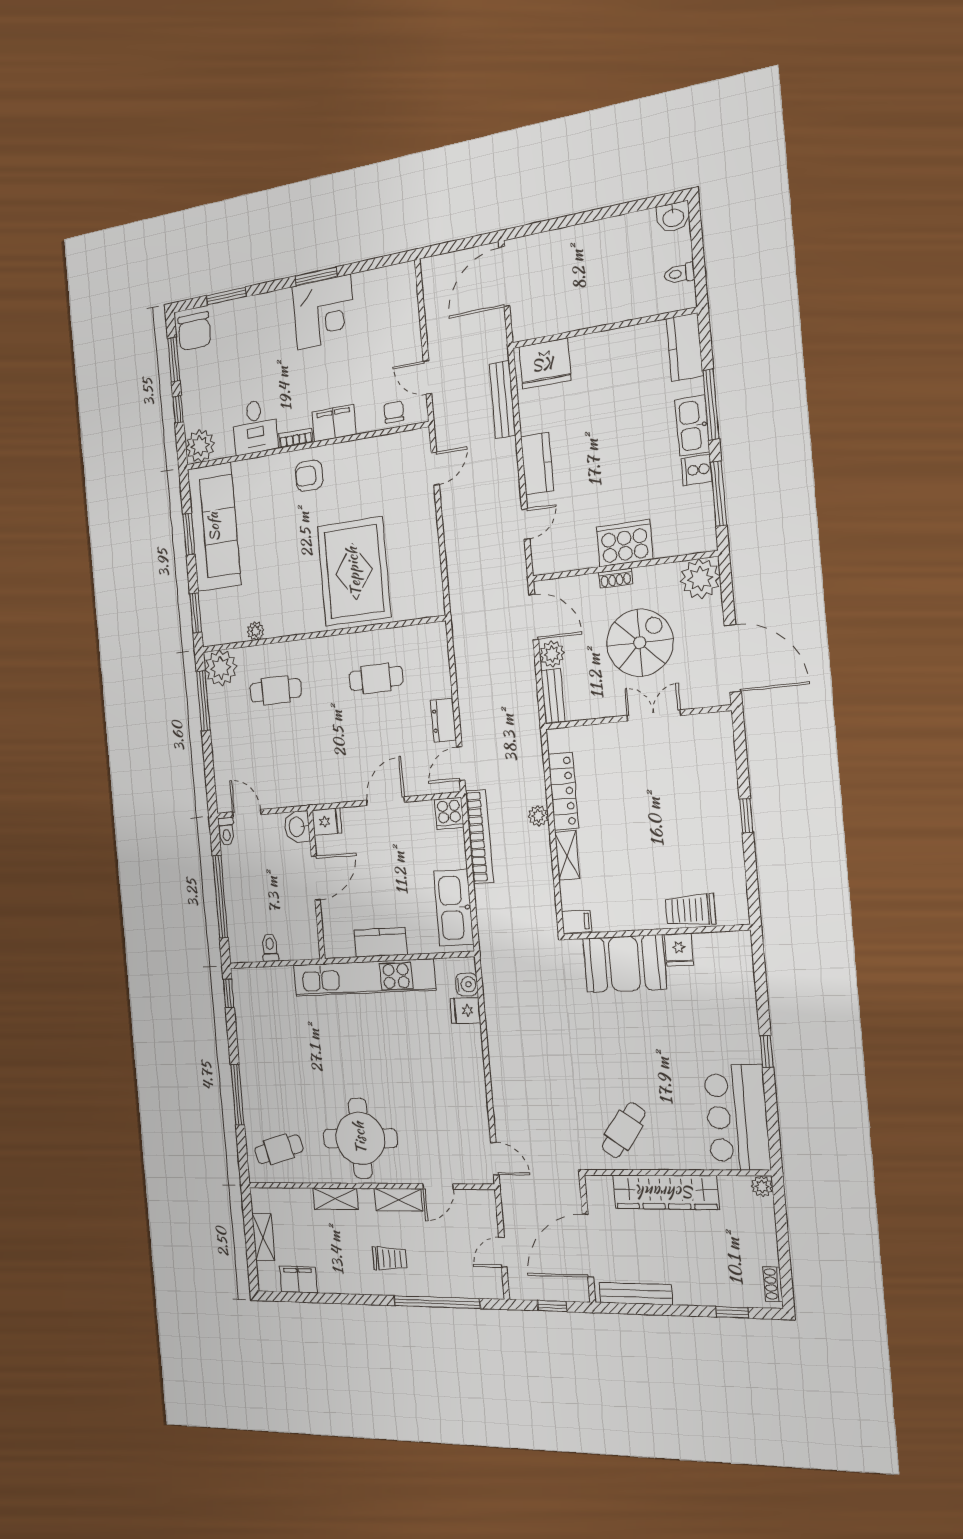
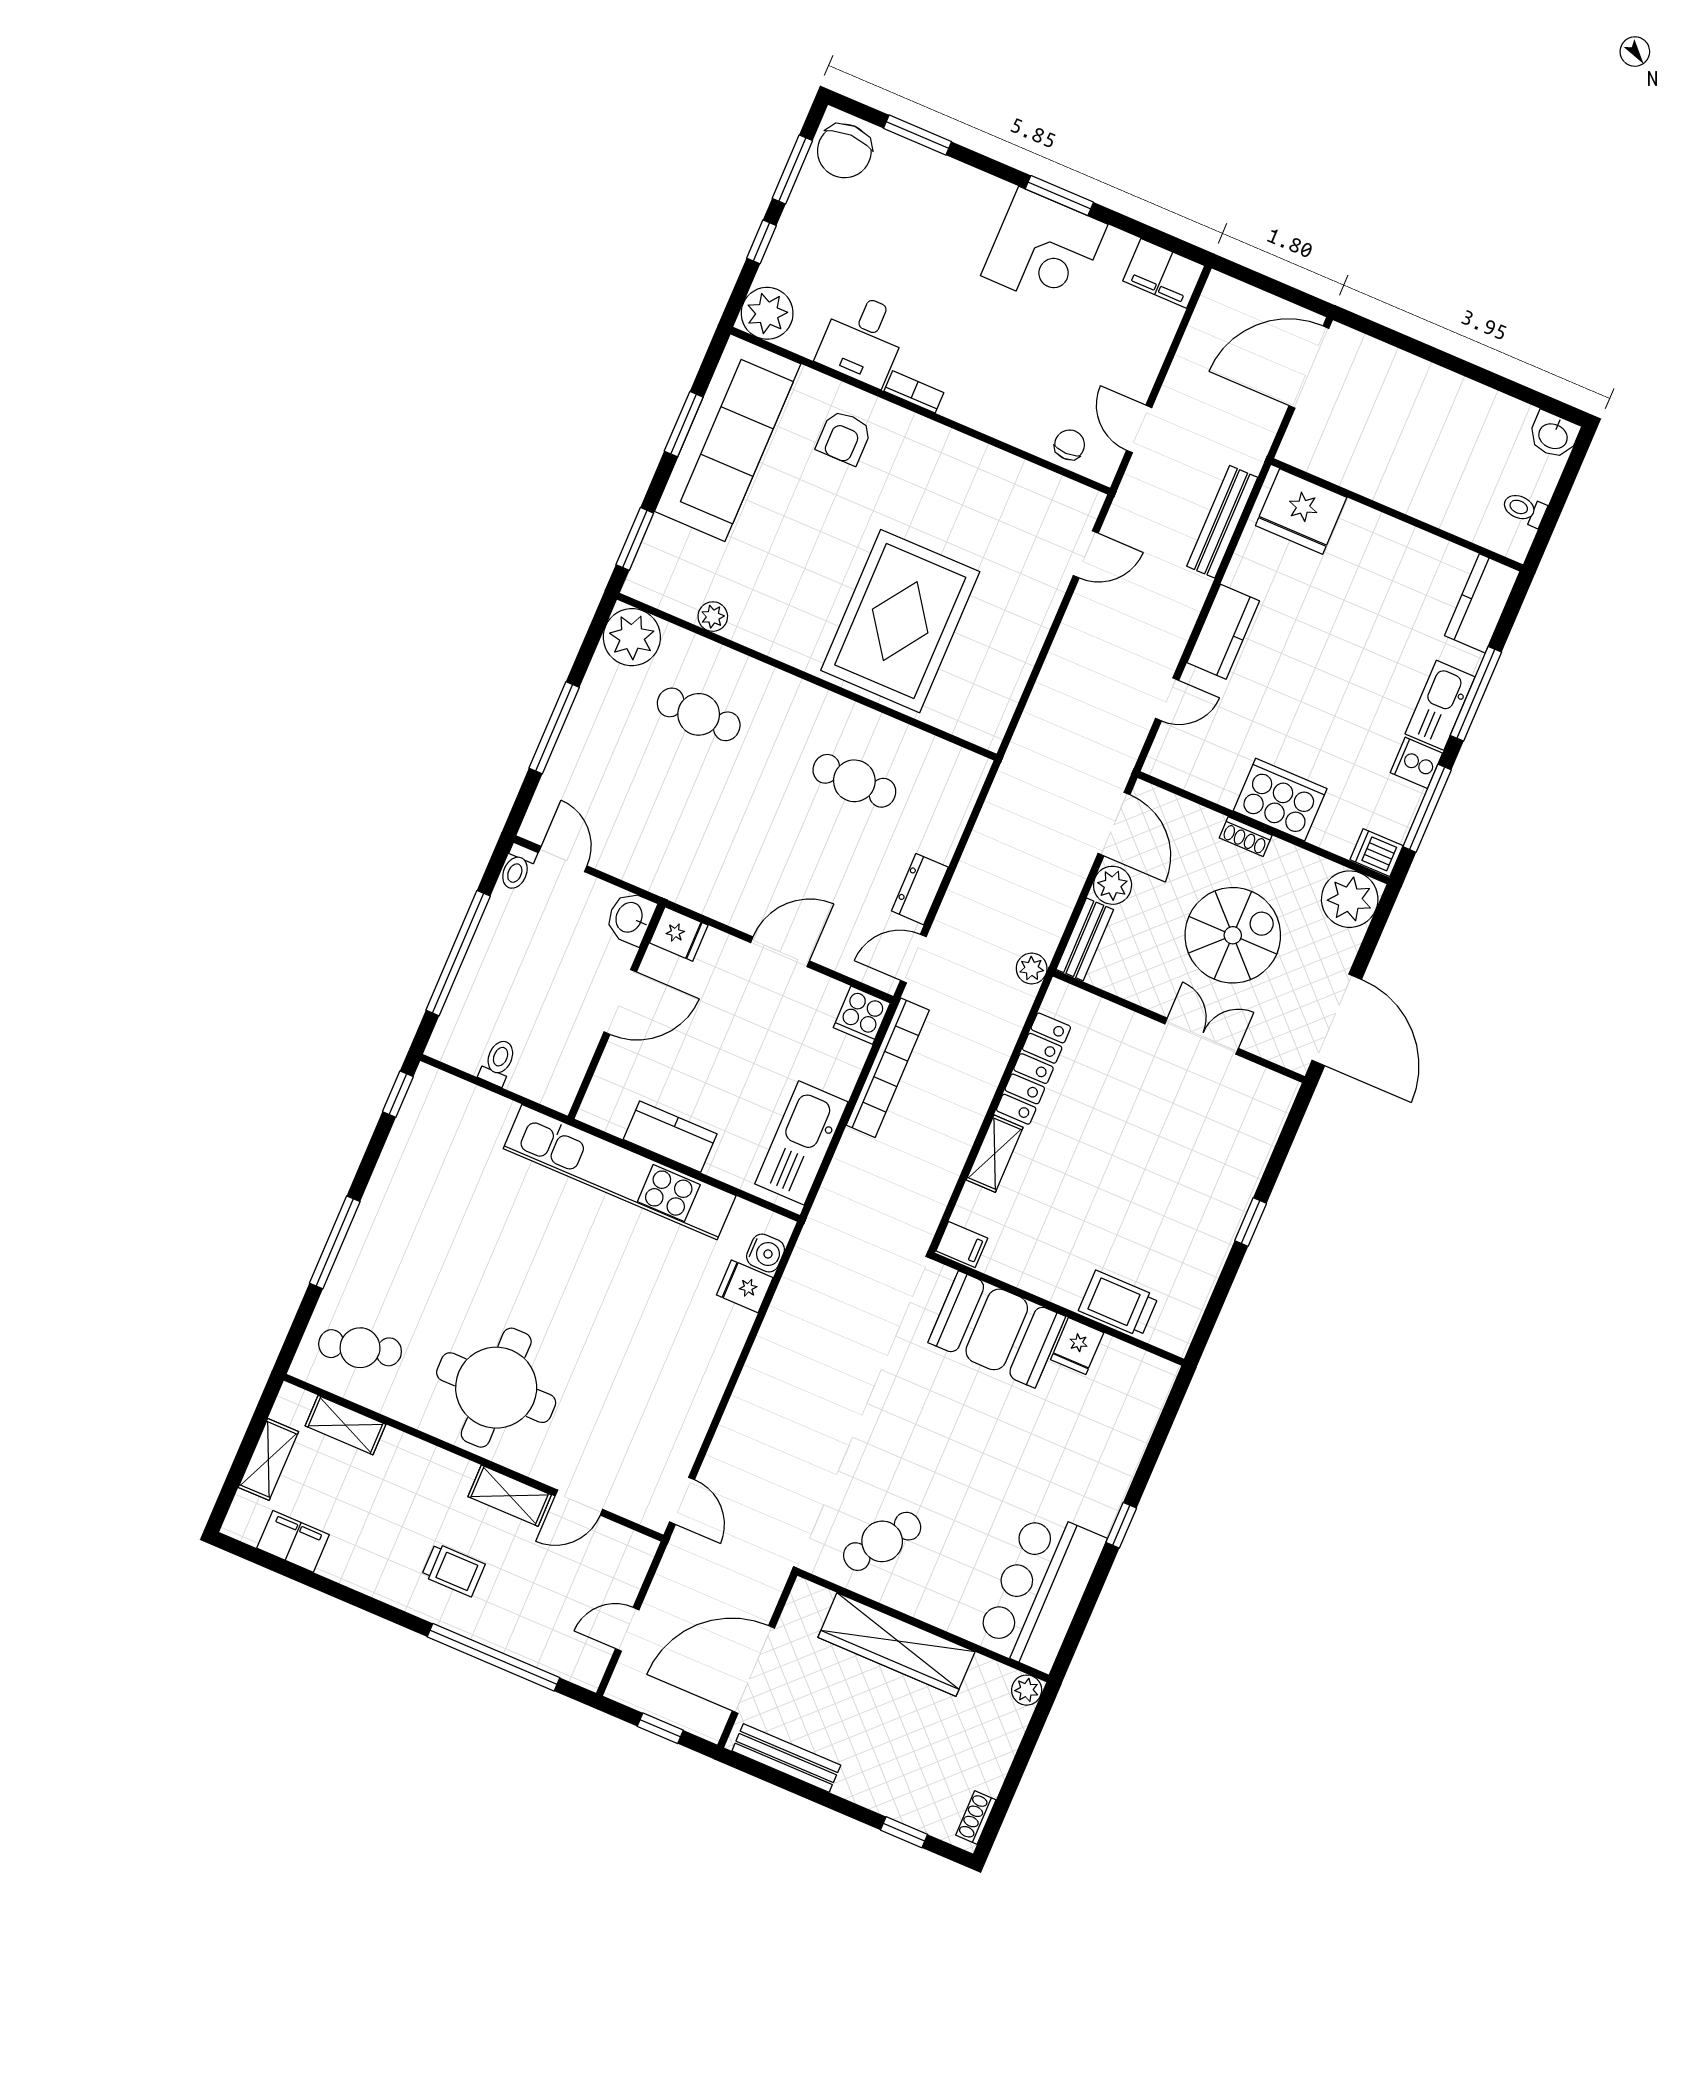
filing cabinet: (334, 423) -> (1164, 273), moved, turned 180
armchair: (309, 476) -> (844, 437), moved, turned -90
dishwasher: (702, 540) -> (1376, 853), added
window: (203, 701) -> (554, 728), moved
plant: (538, 816) -> (1032, 969), moved
shelving: (335, 1199) -> (345, 1425), moved

